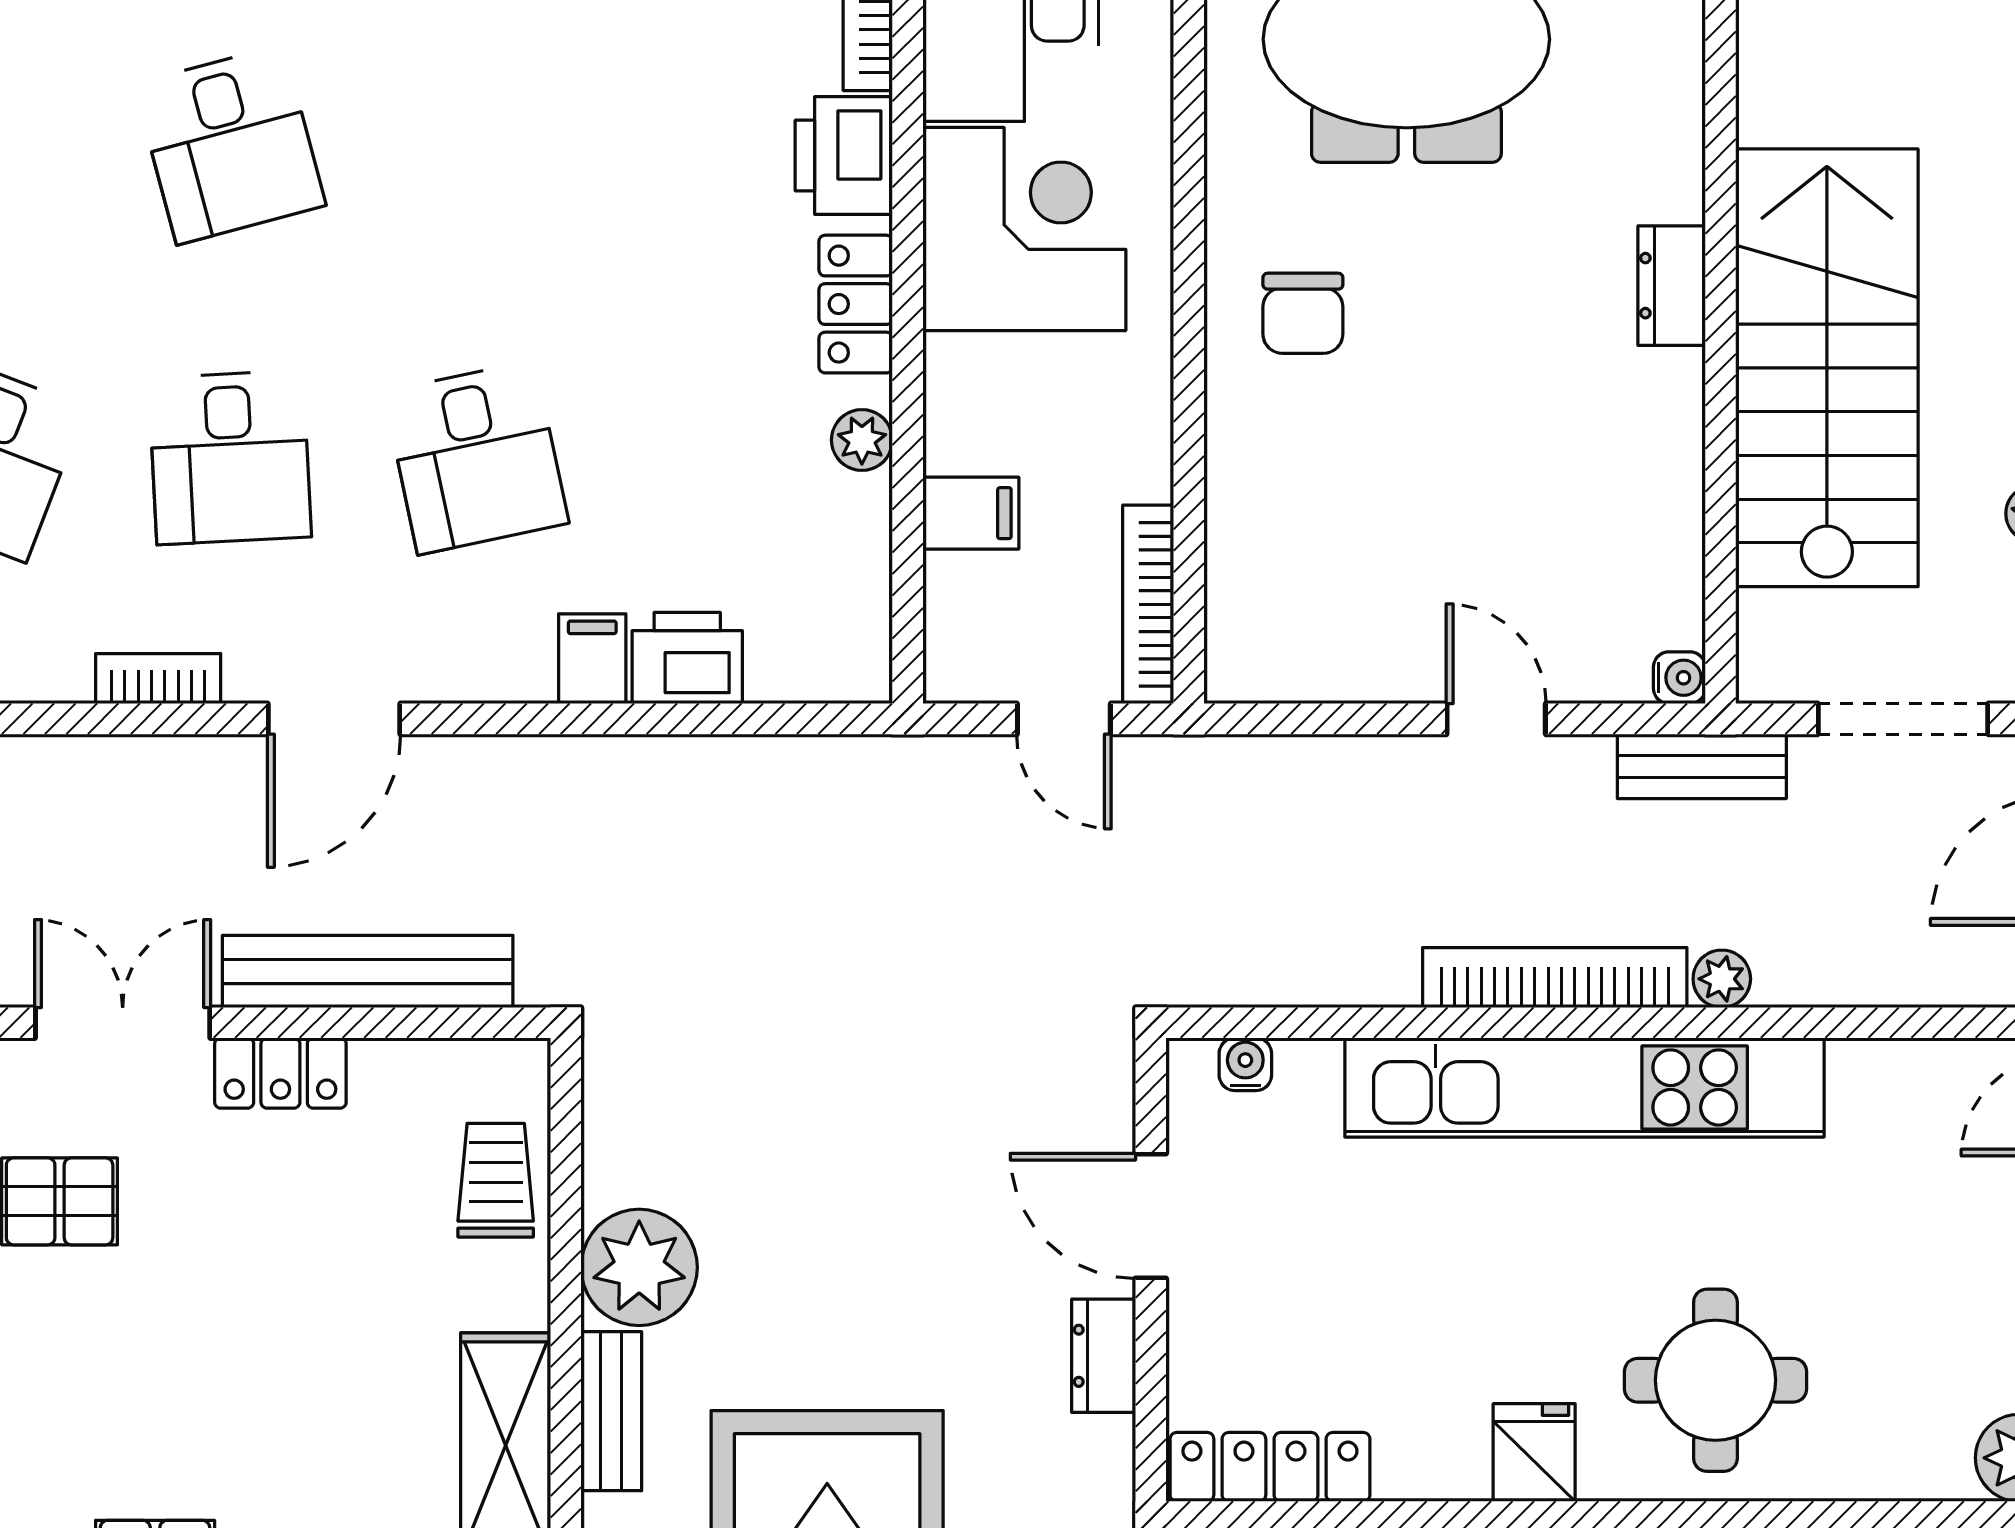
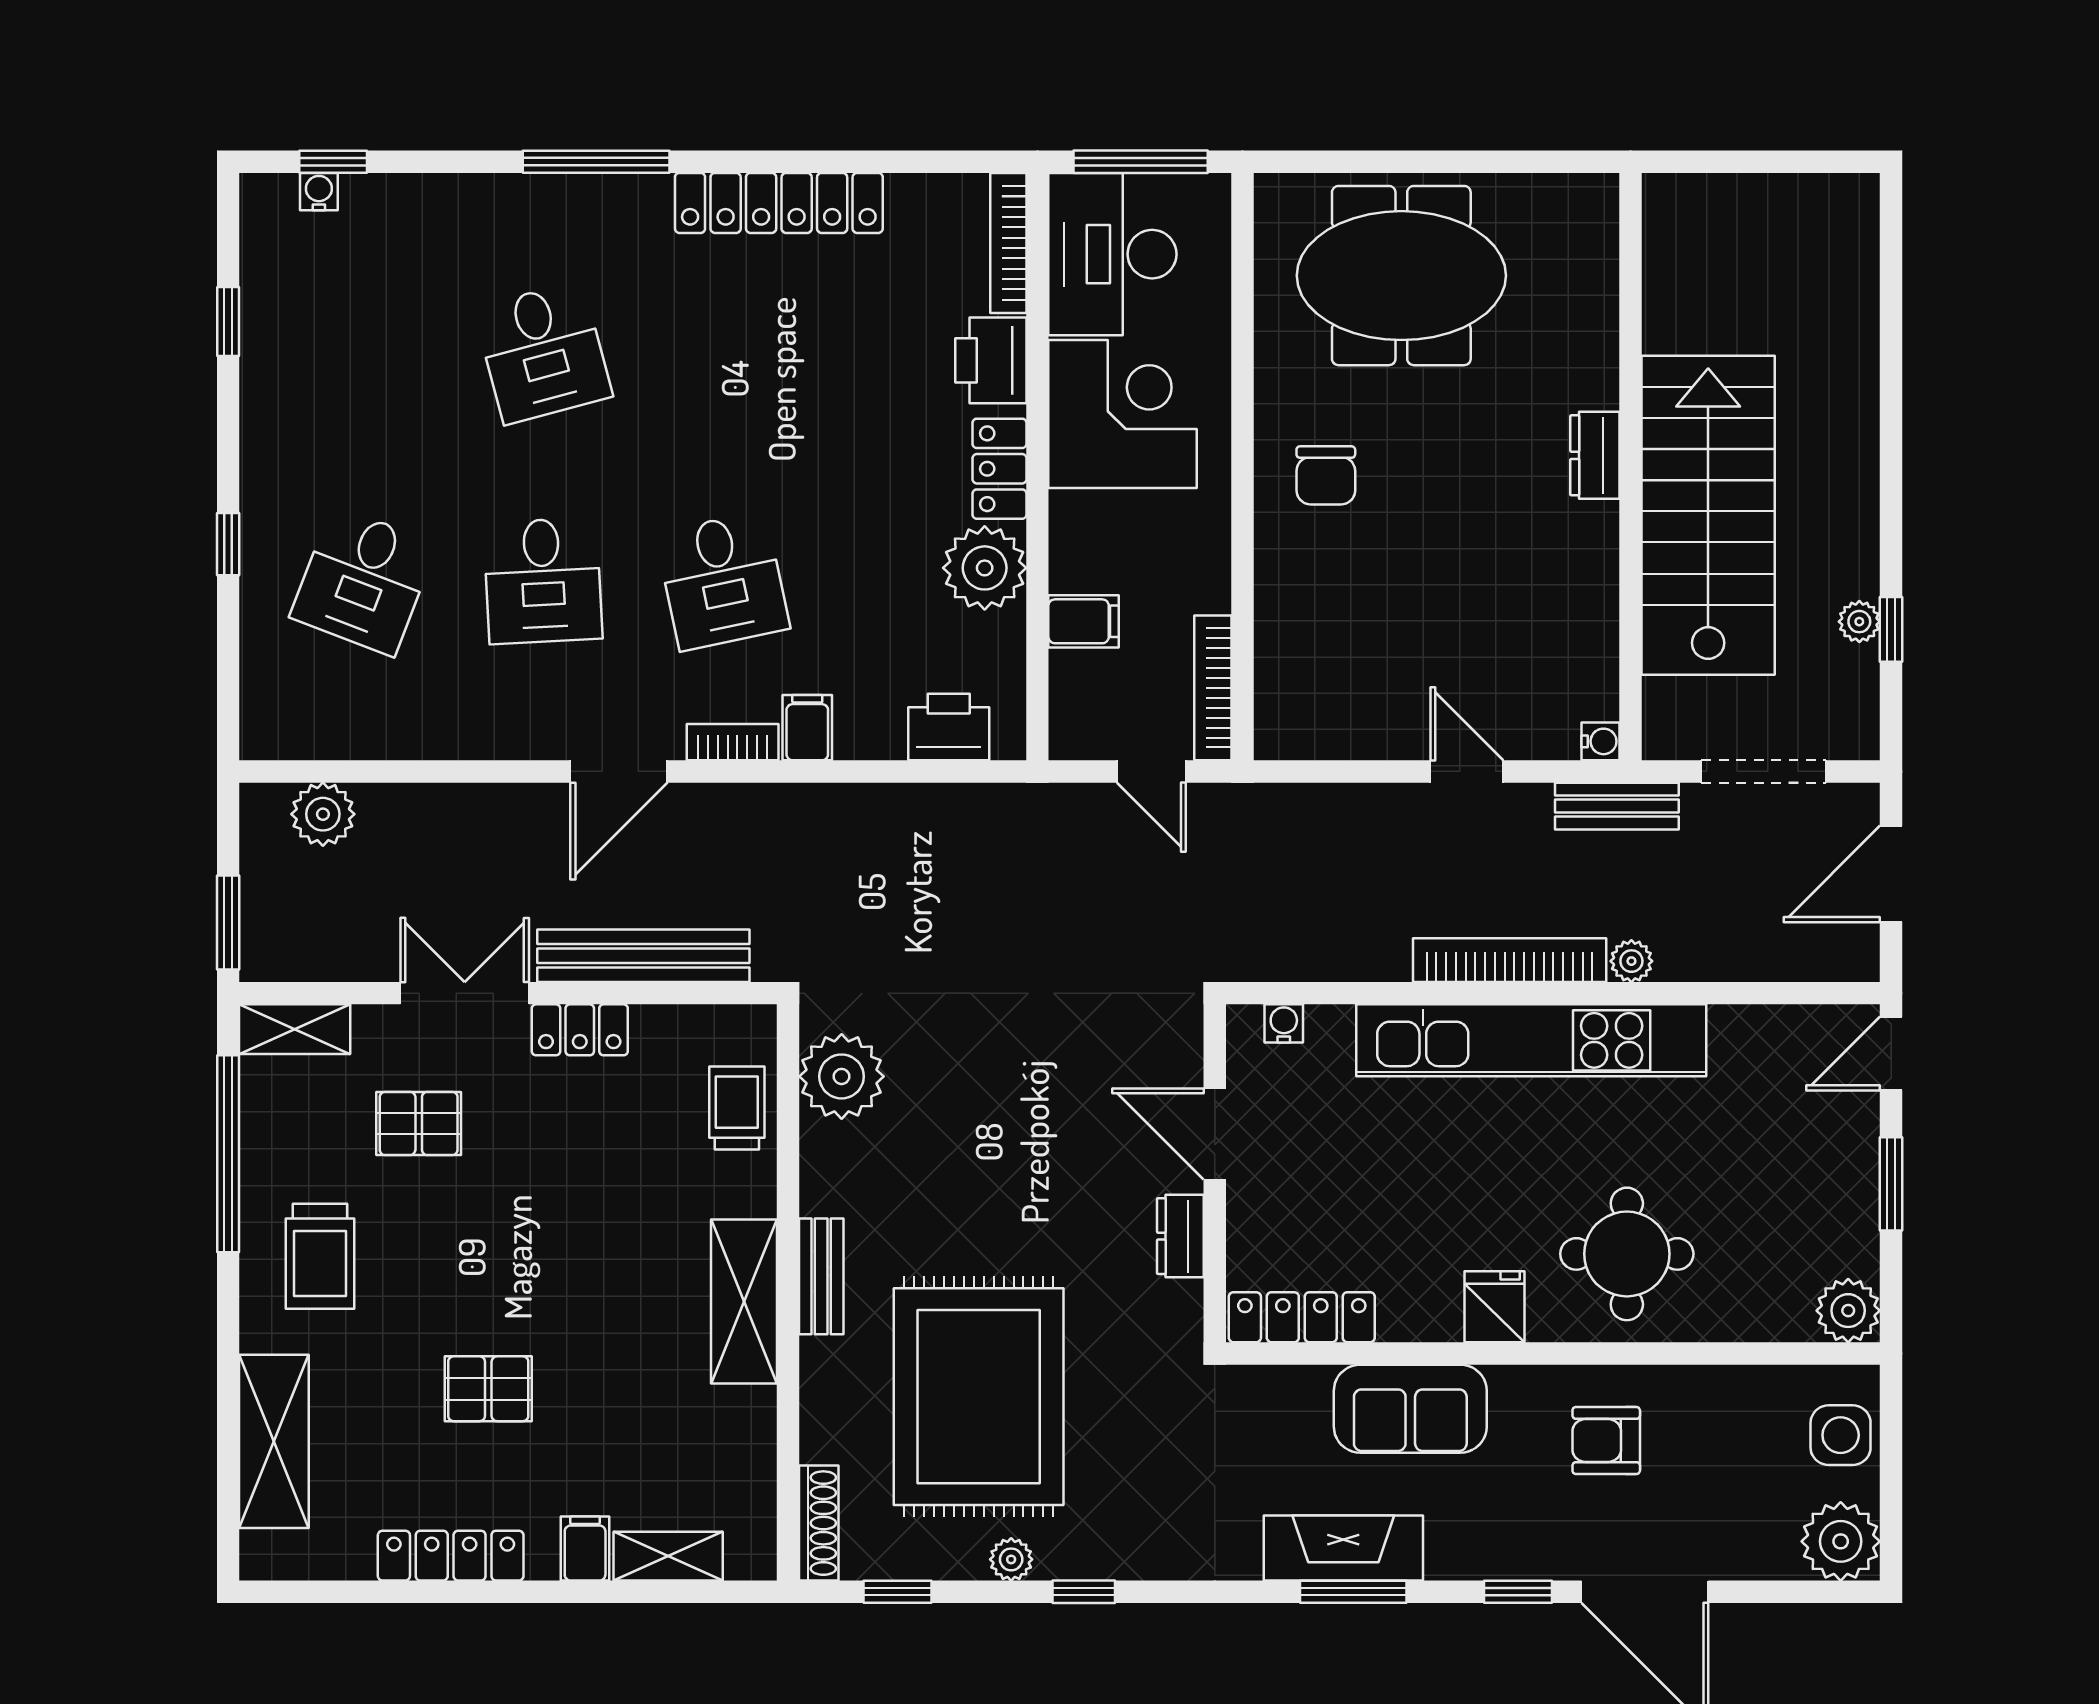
plant: (862, 440) -> (985, 568), width x1.88, depth x1.88
printer: (687, 658) -> (949, 727), moved
bookcase: (158, 679) -> (733, 742), moved
plant: (639, 1267) -> (842, 1076), moved

